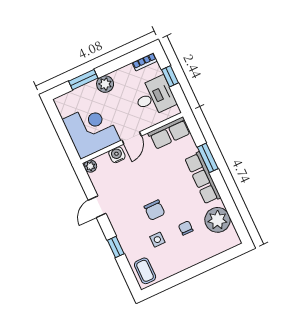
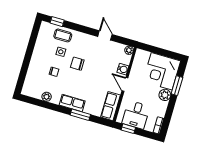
window: (170, 76) -> (128, 129), moved
corner desk: (91, 130) -> (162, 71), moved, turned 90
row of seats: (203, 178) -> (72, 103), width x0.68
plant: (218, 220) -> (47, 97), width x0.53, depth x0.53
window: (116, 247) -> (57, 22), moved
coffee table: (145, 271) -> (63, 35), moved

